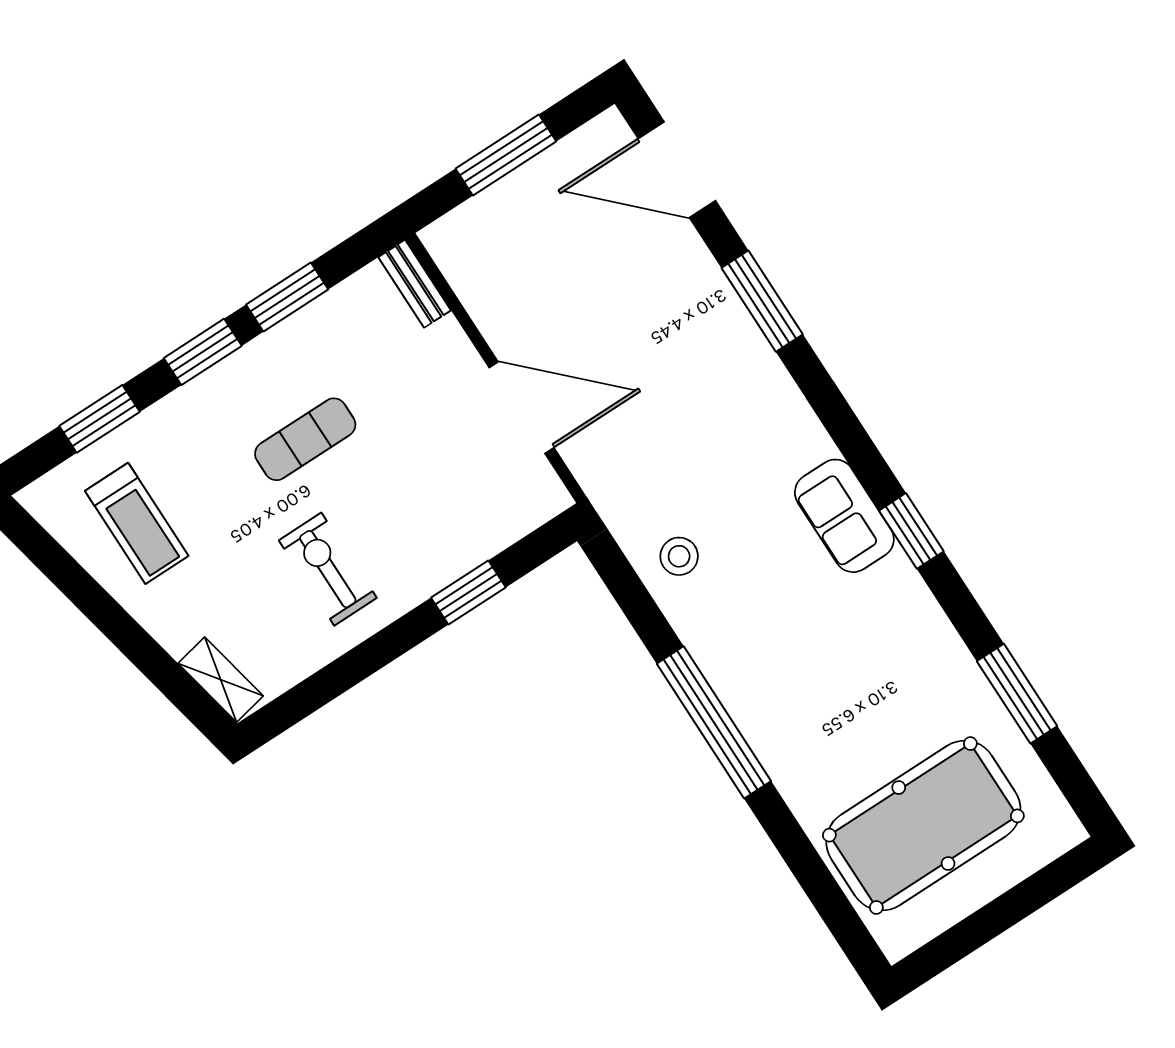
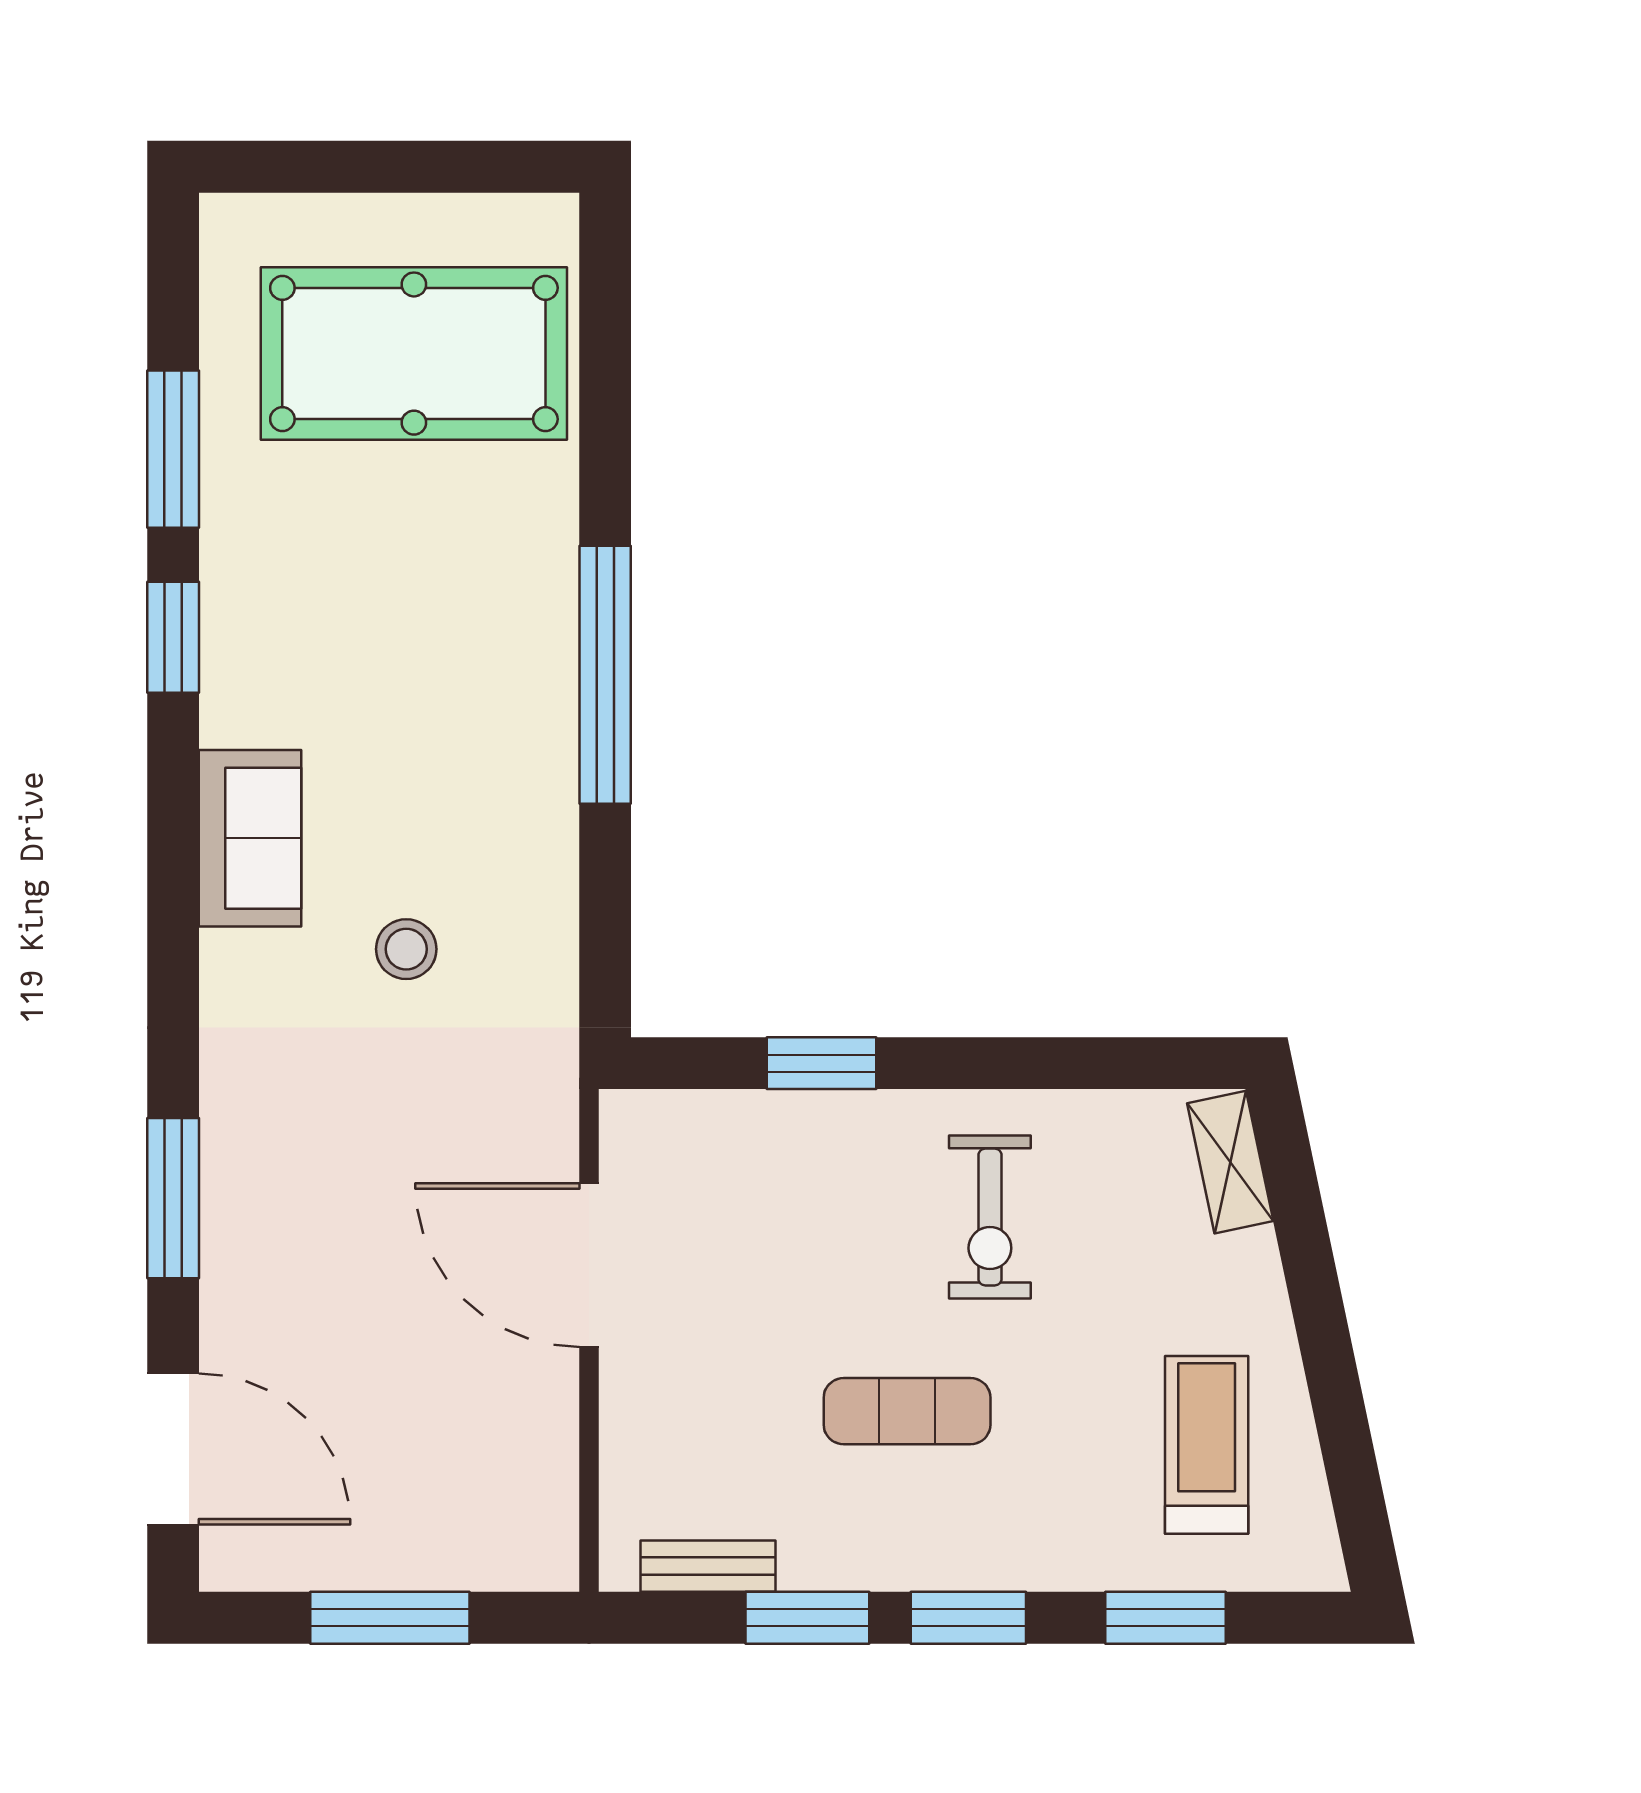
bench: (415, 284) -> (708, 1566), moved, turned 90
window: (911, 531) -> (173, 637), moved
stool: (679, 556) -> (406, 949), moved

